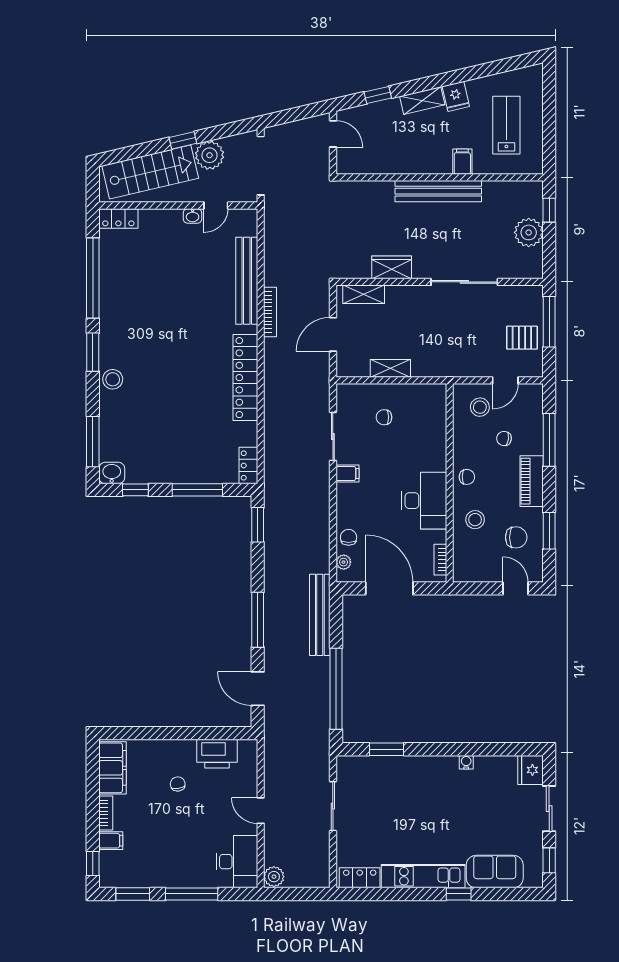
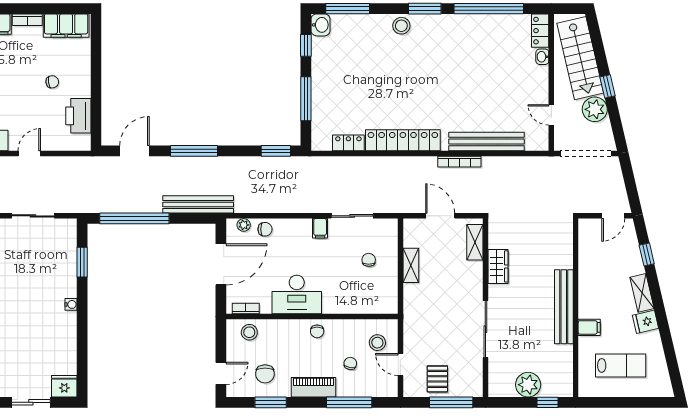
washbasin: (193, 216) -> (542, 57), moved
locker: (248, 466) -> (348, 143), moved
stool: (475, 520) -> (249, 332), moved
water cooler: (466, 762) -> (71, 304), moved

